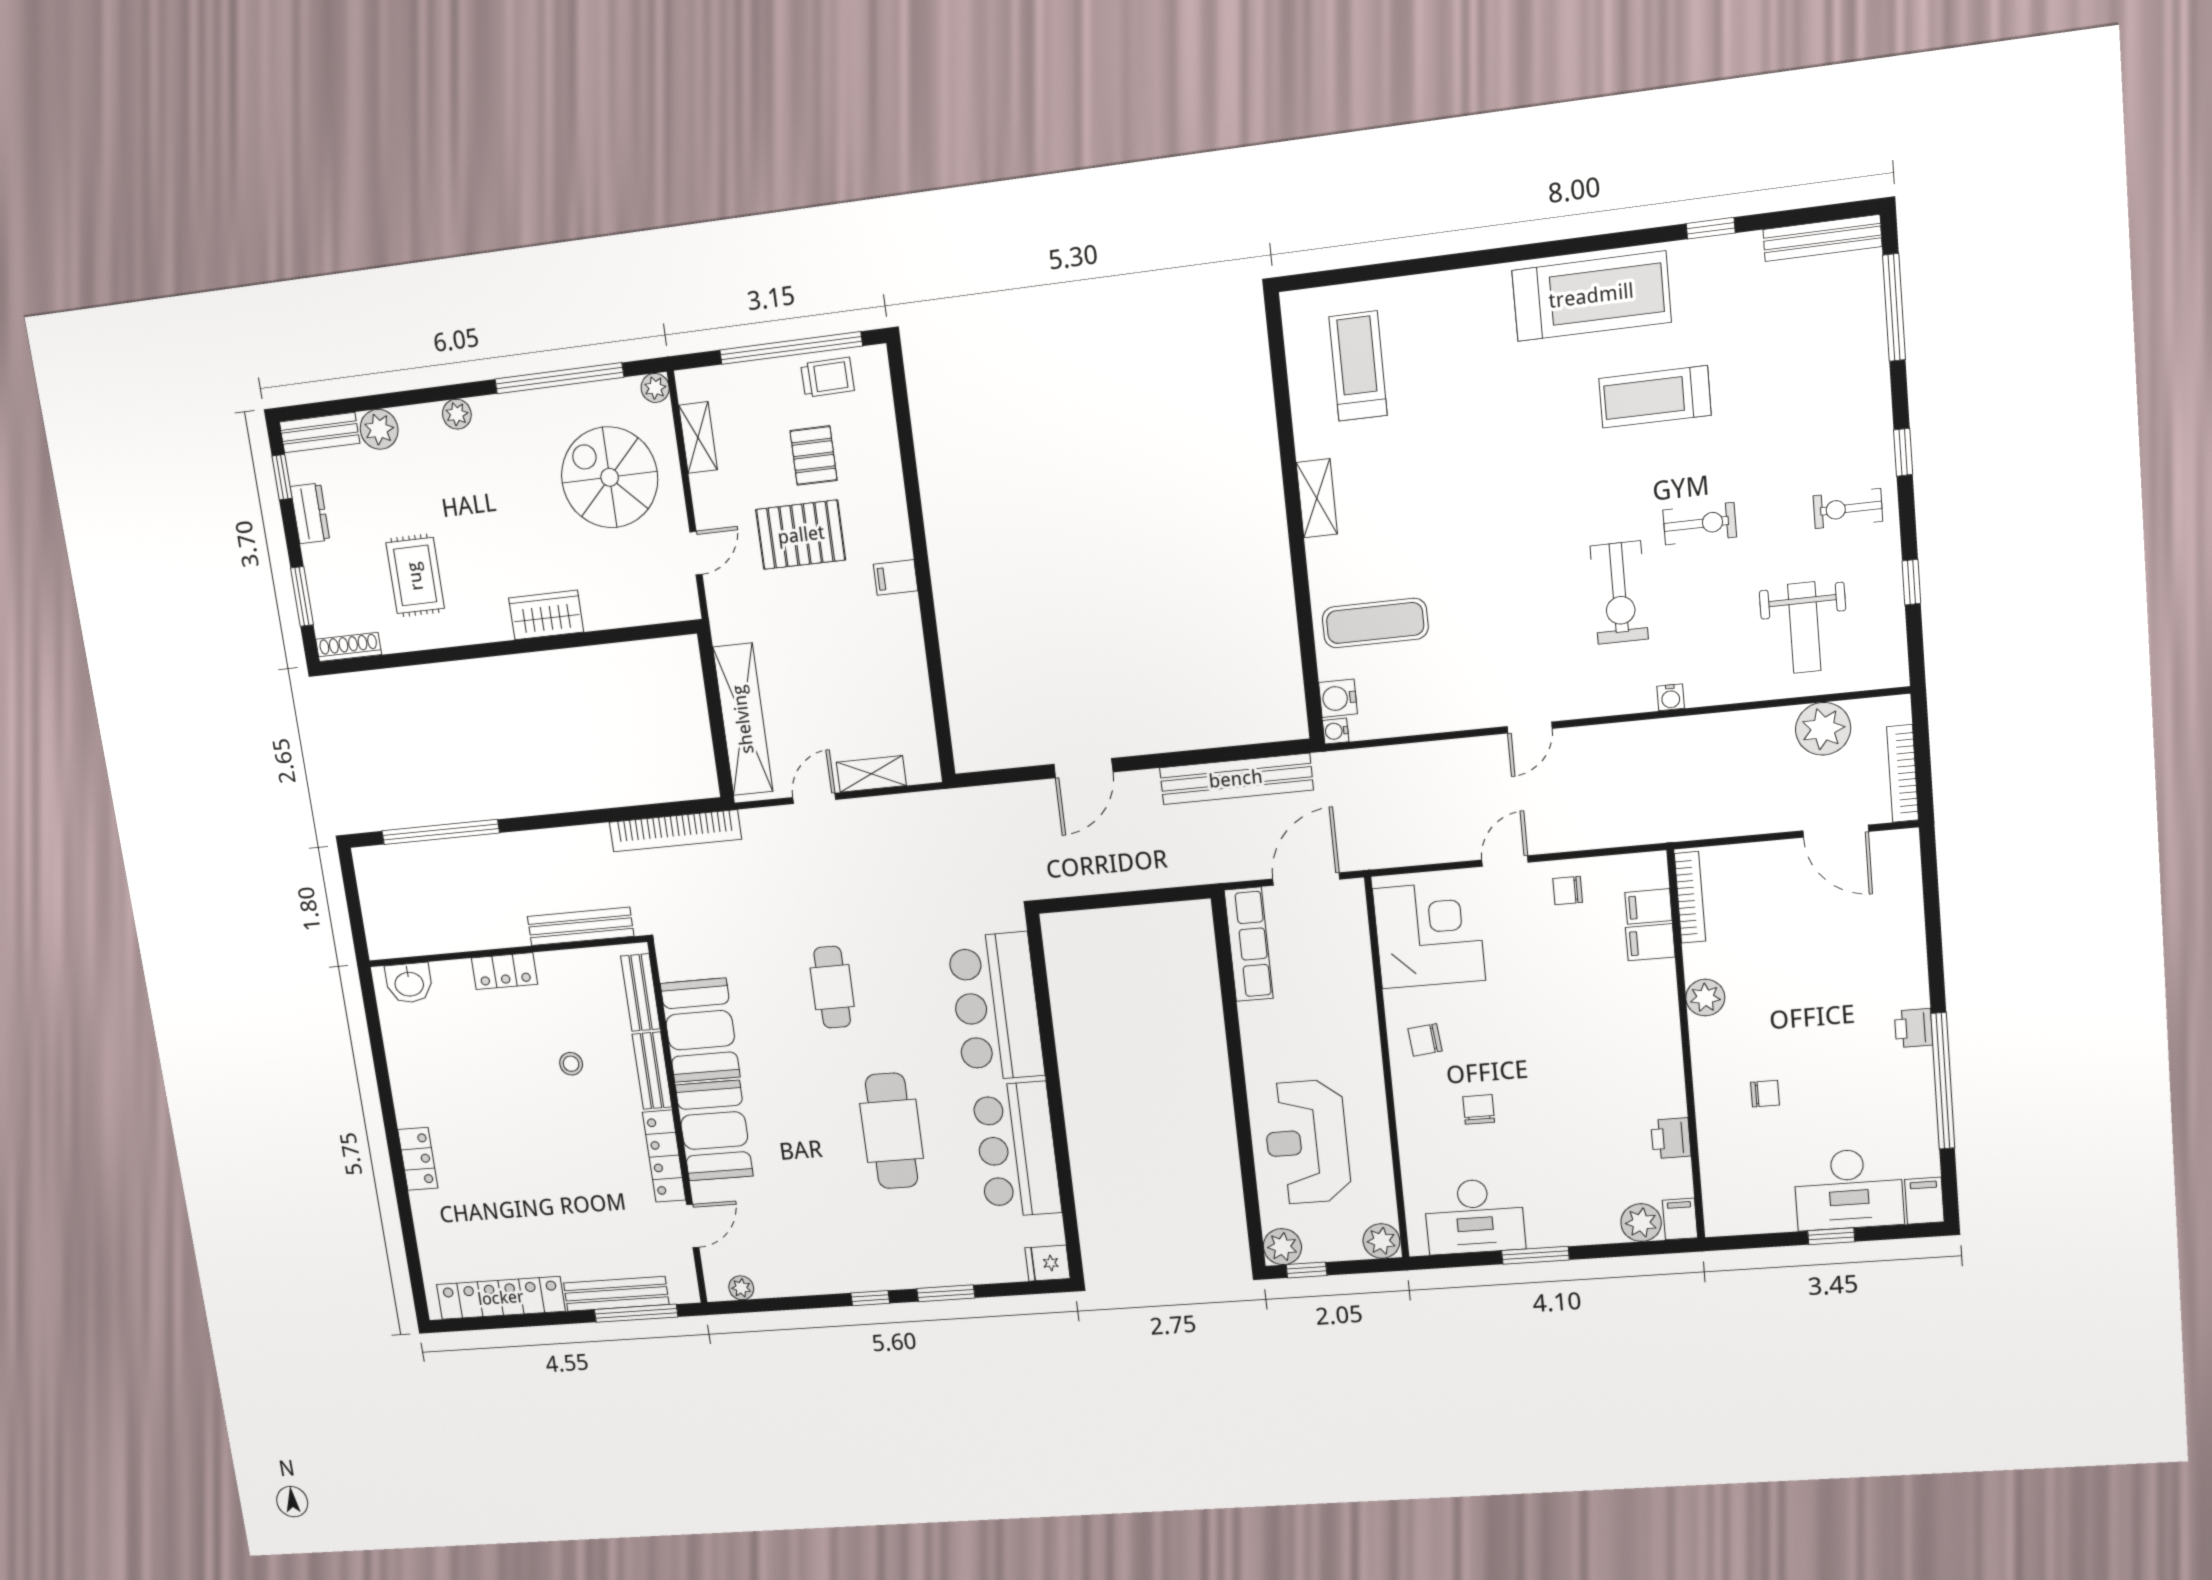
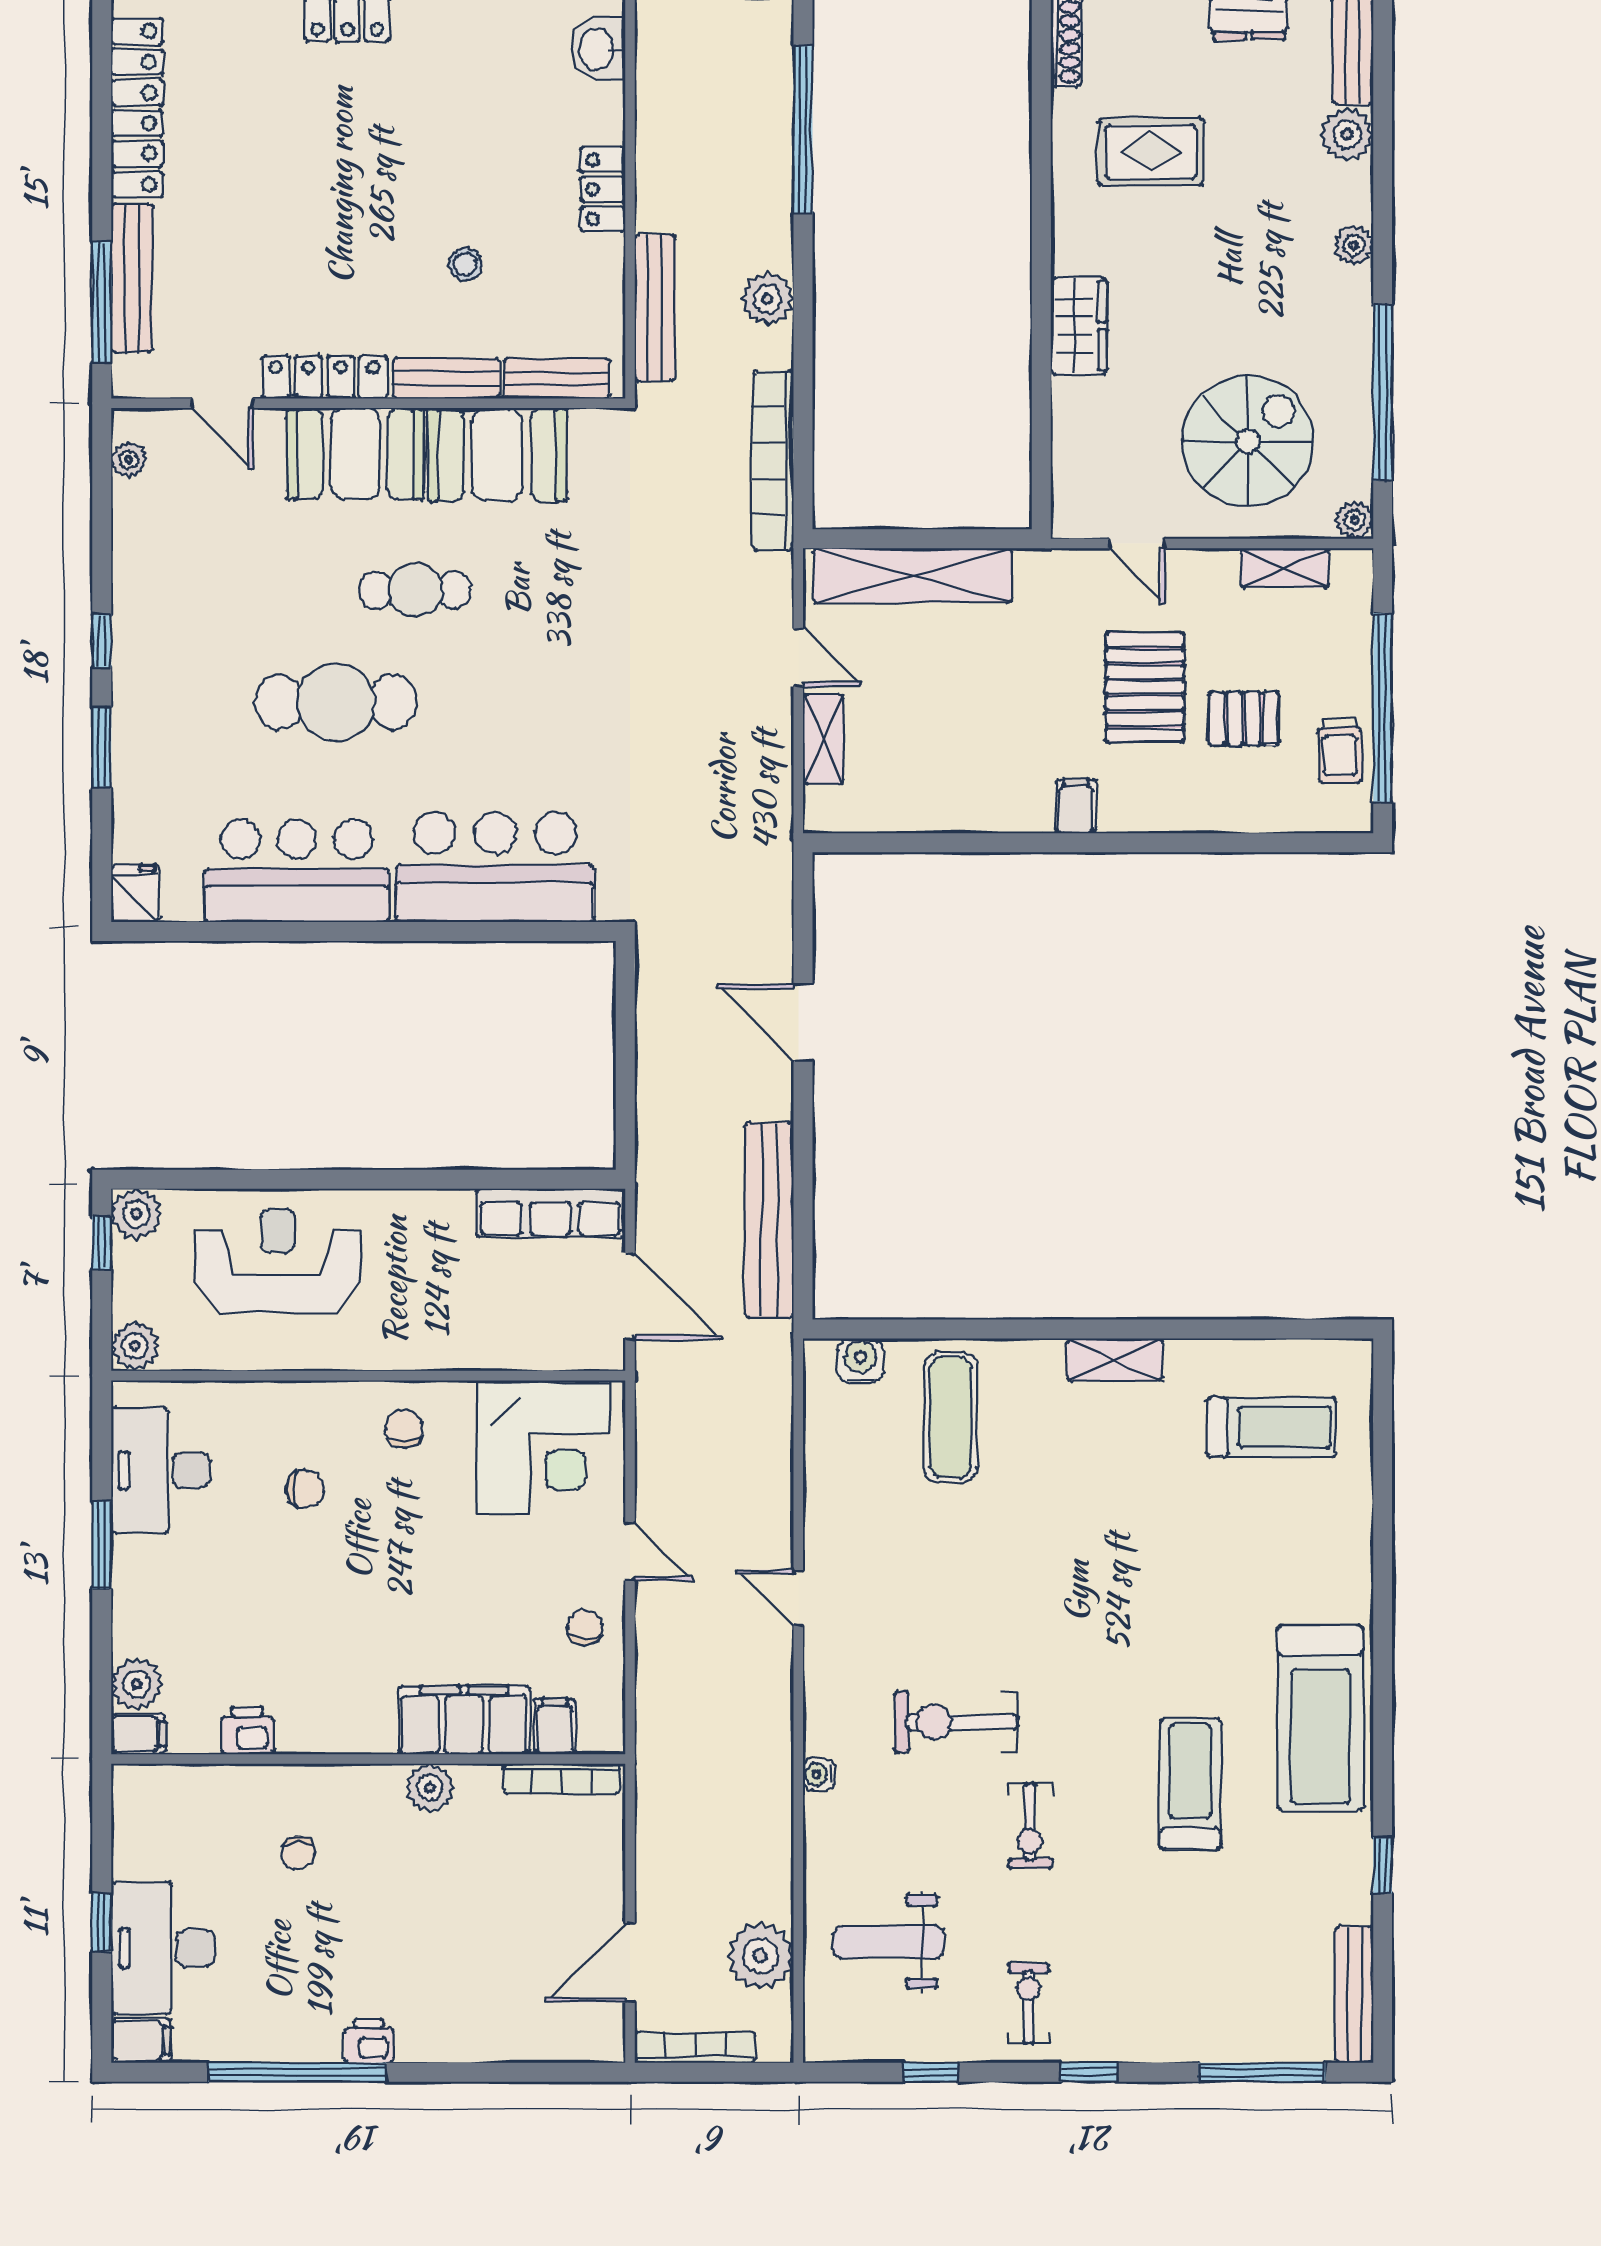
water cooler: (1336, 731) -> (818, 1354), removed
plant: (562, 846) -> (767, 299), added
filing cabinet: (1650, 942) -> (464, 1720), width x3.00, depth x1.17
cafe table: (832, 987) -> (415, 590), moved

